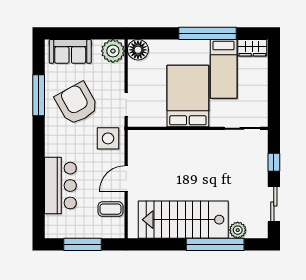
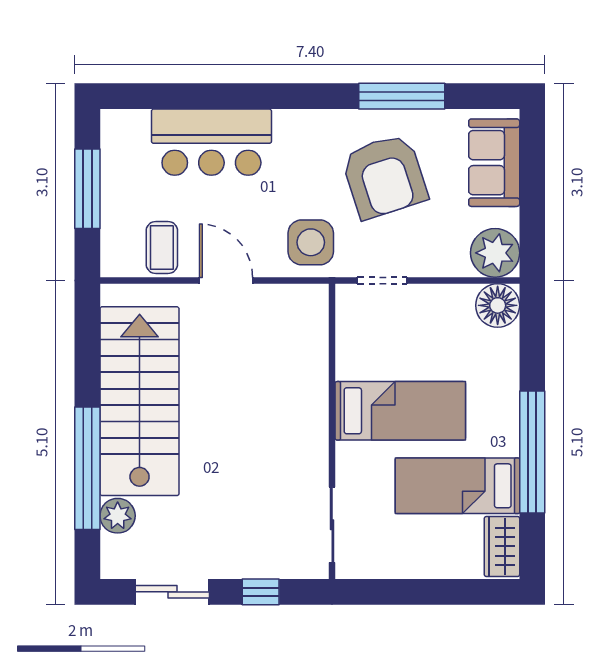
bed: (188, 96) -> (400, 411), width x0.67
armchair: (77, 103) -> (384, 176), turned 101

